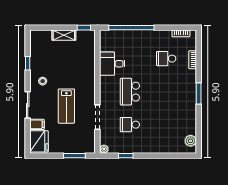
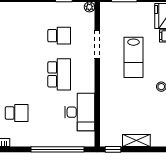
desk: (112, 64) -> (80, 112), width x1.37
lab bench: (66, 106) -> (133, 57), turned 180

